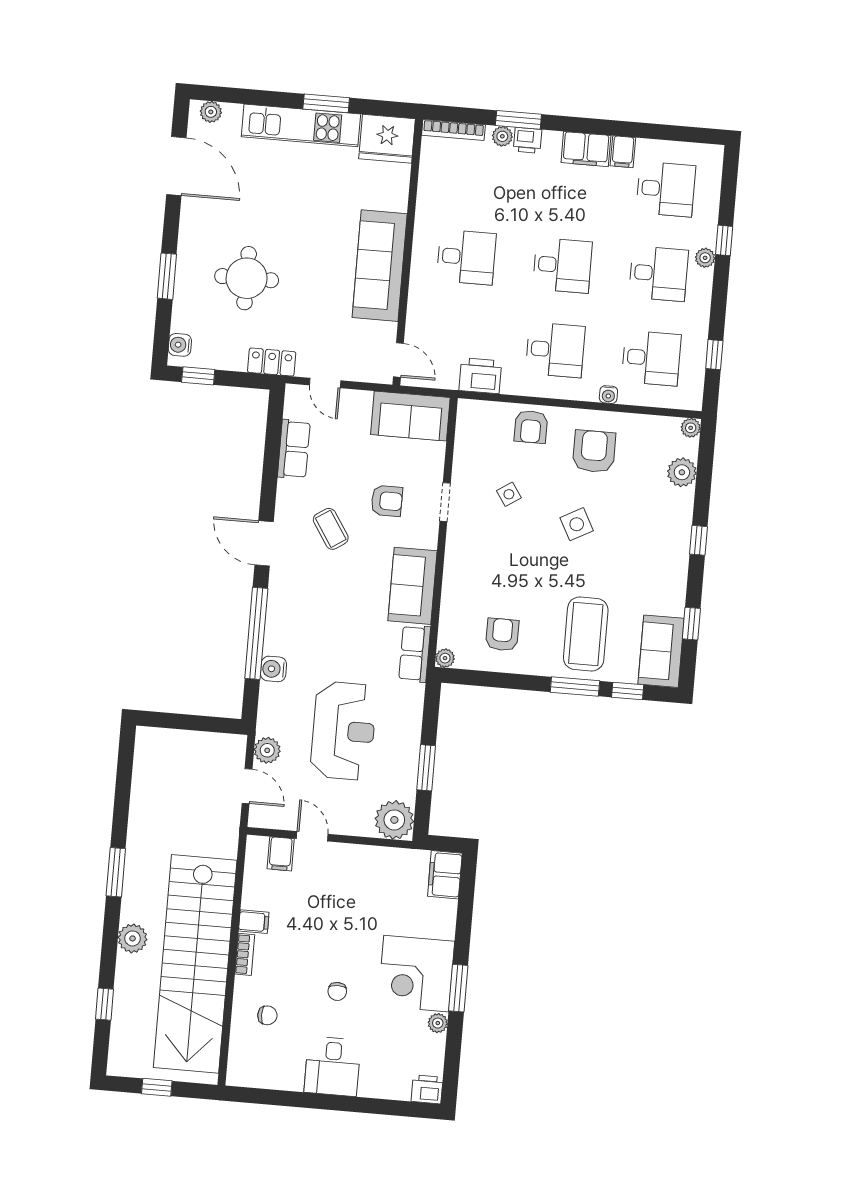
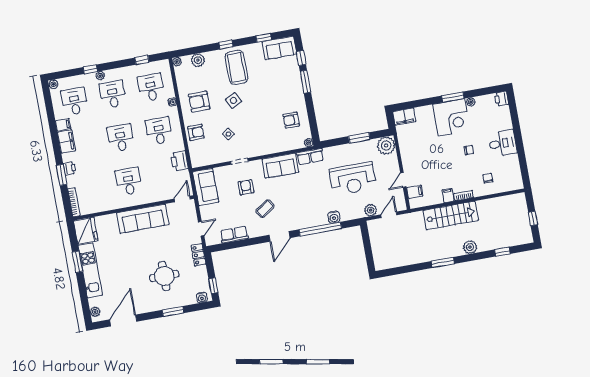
plant: (502, 136) -> (53, 84), moved
coffee table: (586, 634) -> (236, 67), moved, turned 90
reception desk: (343, 731) -> (353, 179), turned 180
stairs: (195, 964) -> (451, 215), width x0.54, depth x0.66

